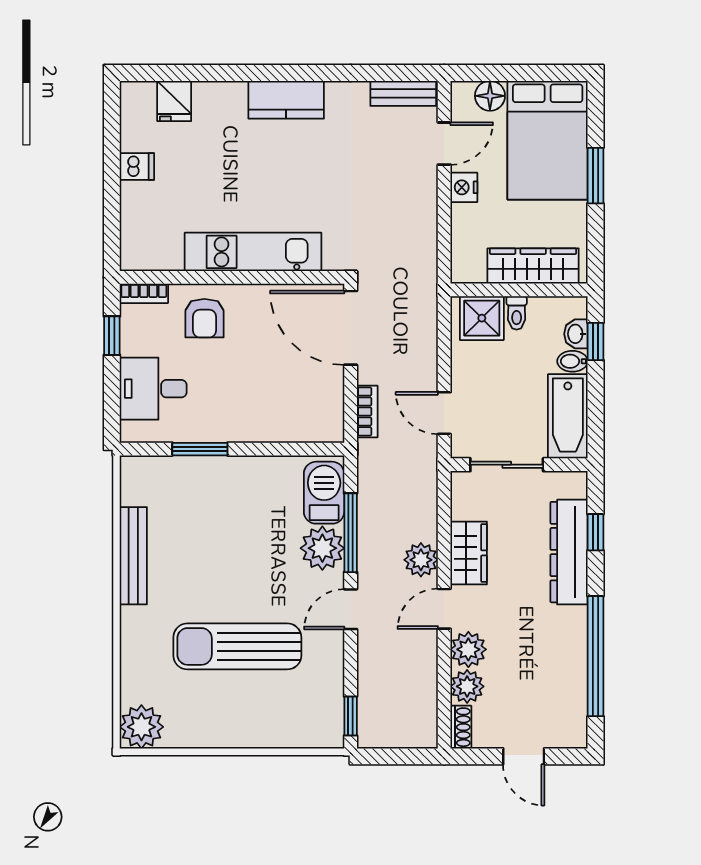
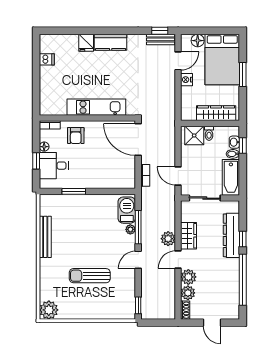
window: (401, 73) -> (160, 31), added
fridge: (174, 101) -> (86, 43), moved
dishwasher: (137, 166) -> (47, 59), moved
window: (112, 336) -> (36, 161), moved
floor lamp: (131, 344) -> (44, 147), added
window: (596, 532) -> (243, 239), moved
plant: (322, 548) -> (130, 229), width x0.53, depth x0.53
sun lounger: (237, 646) -> (90, 276), width x0.73, depth x0.75

